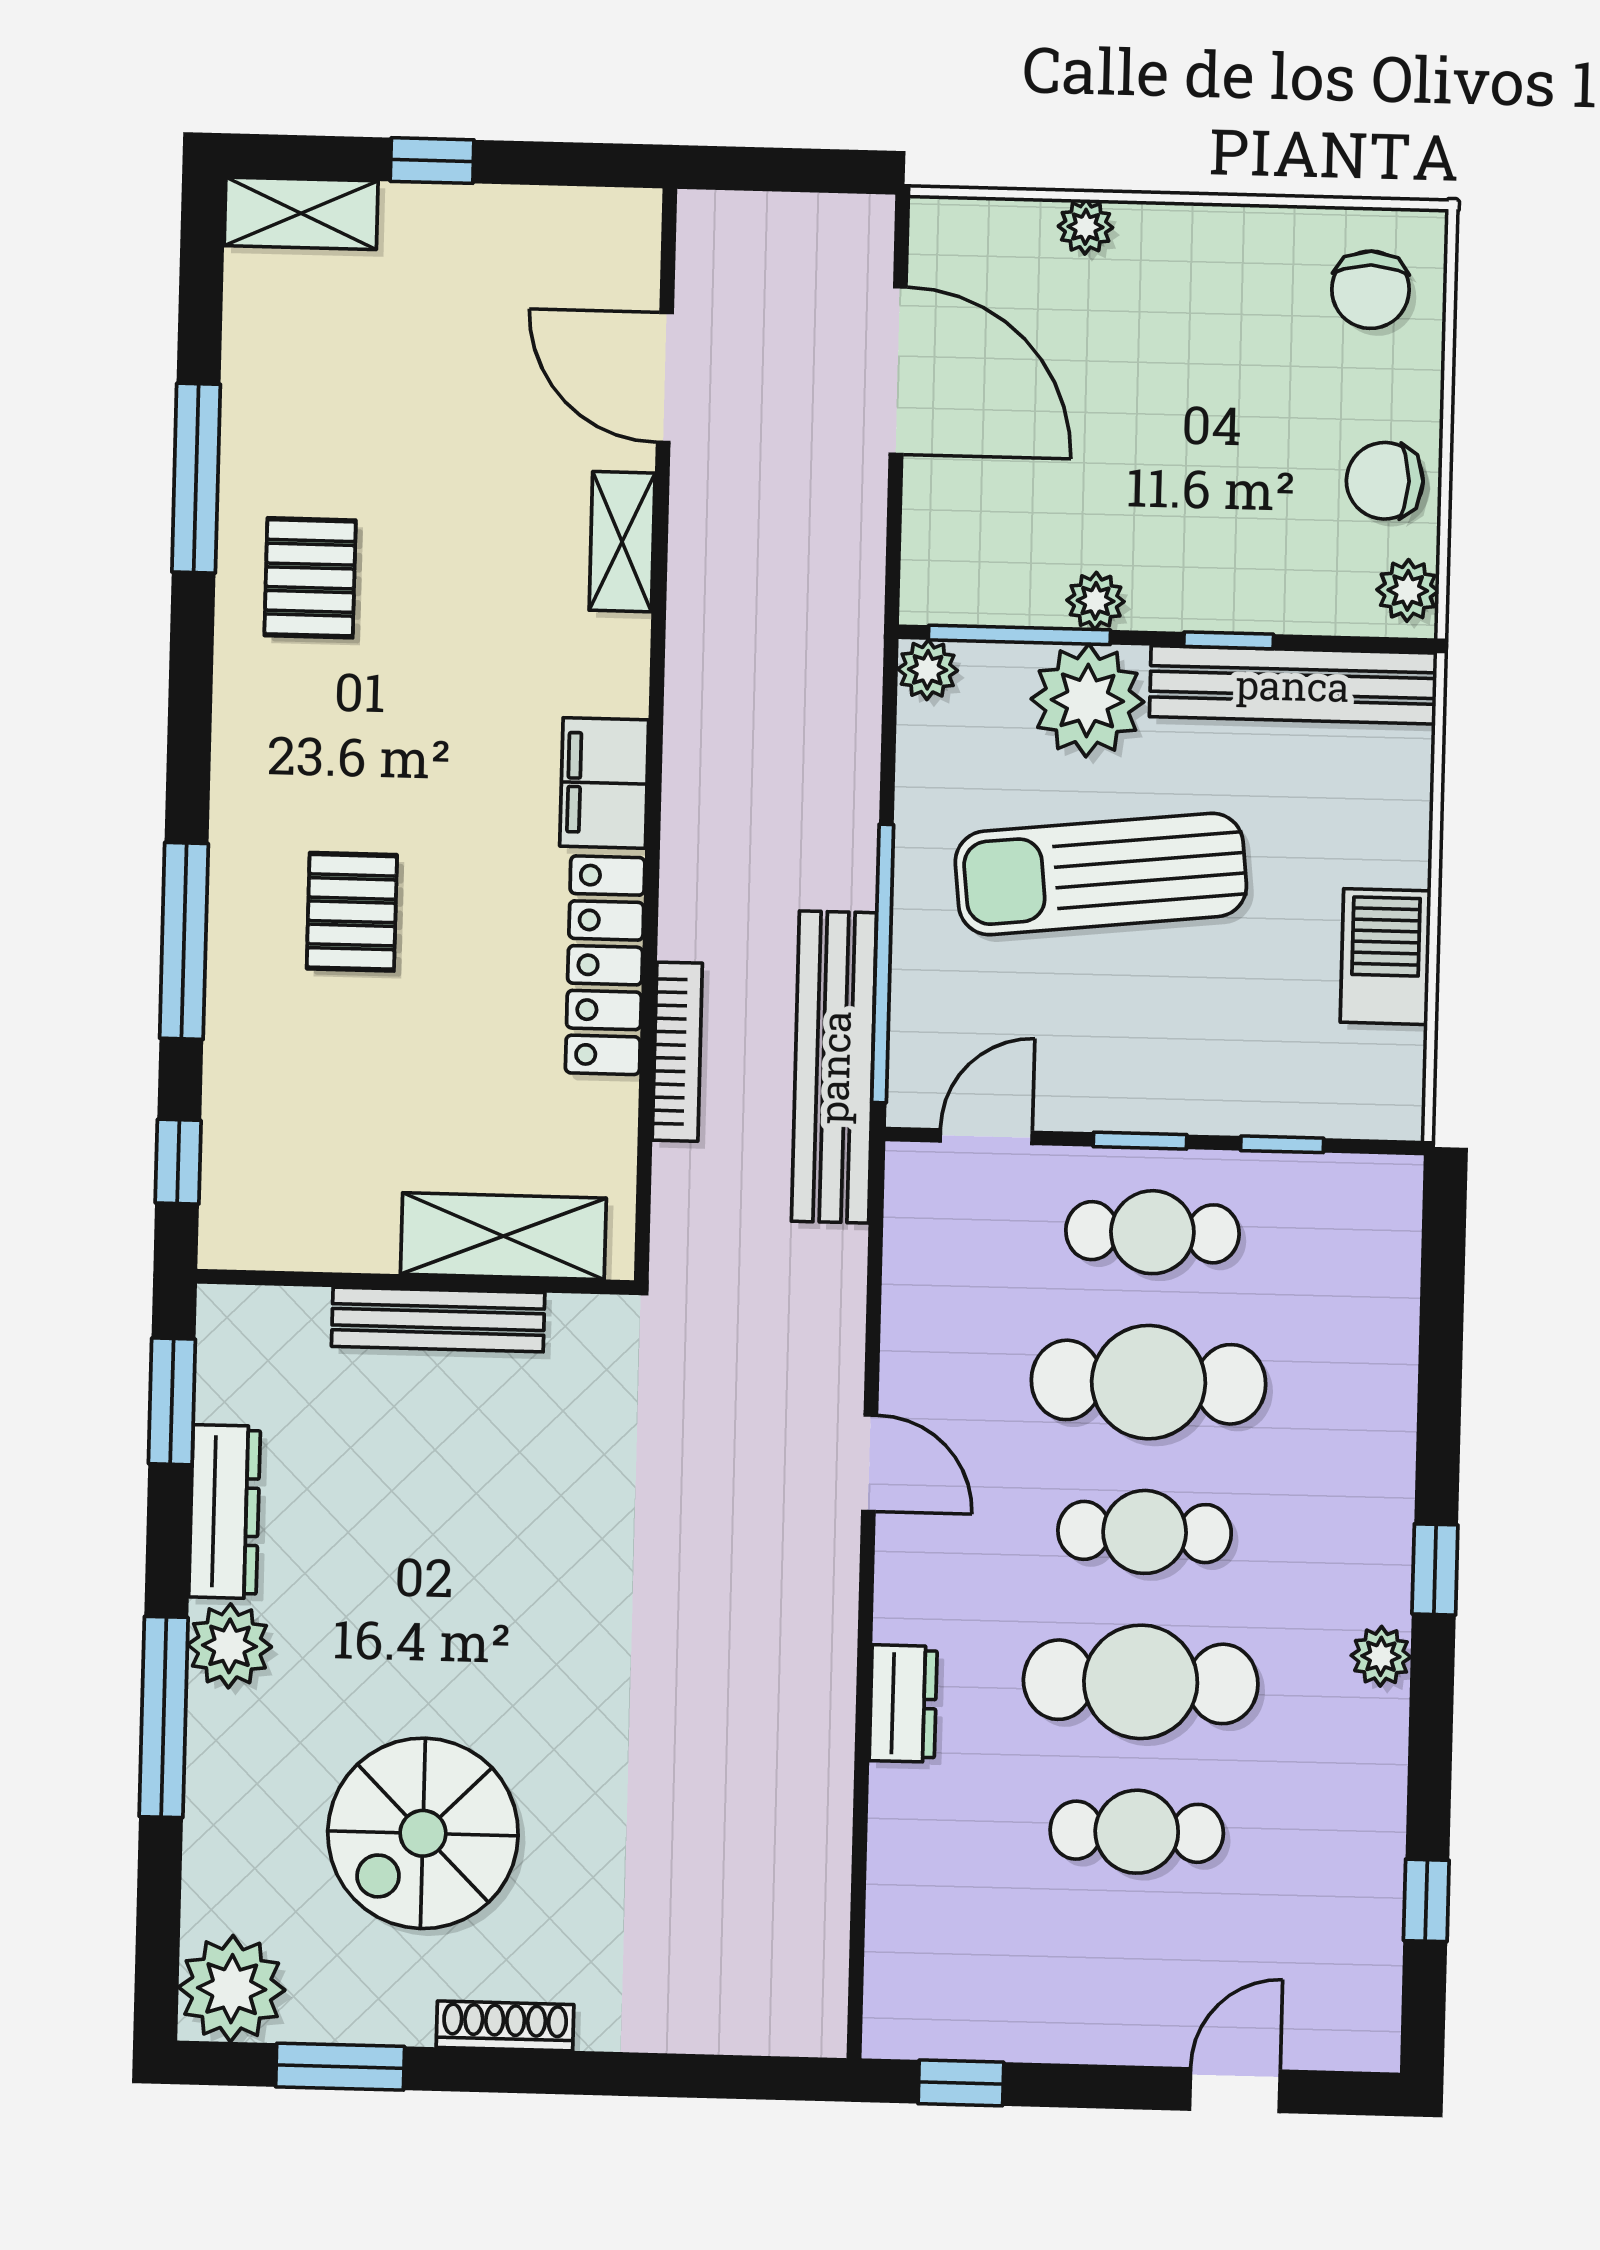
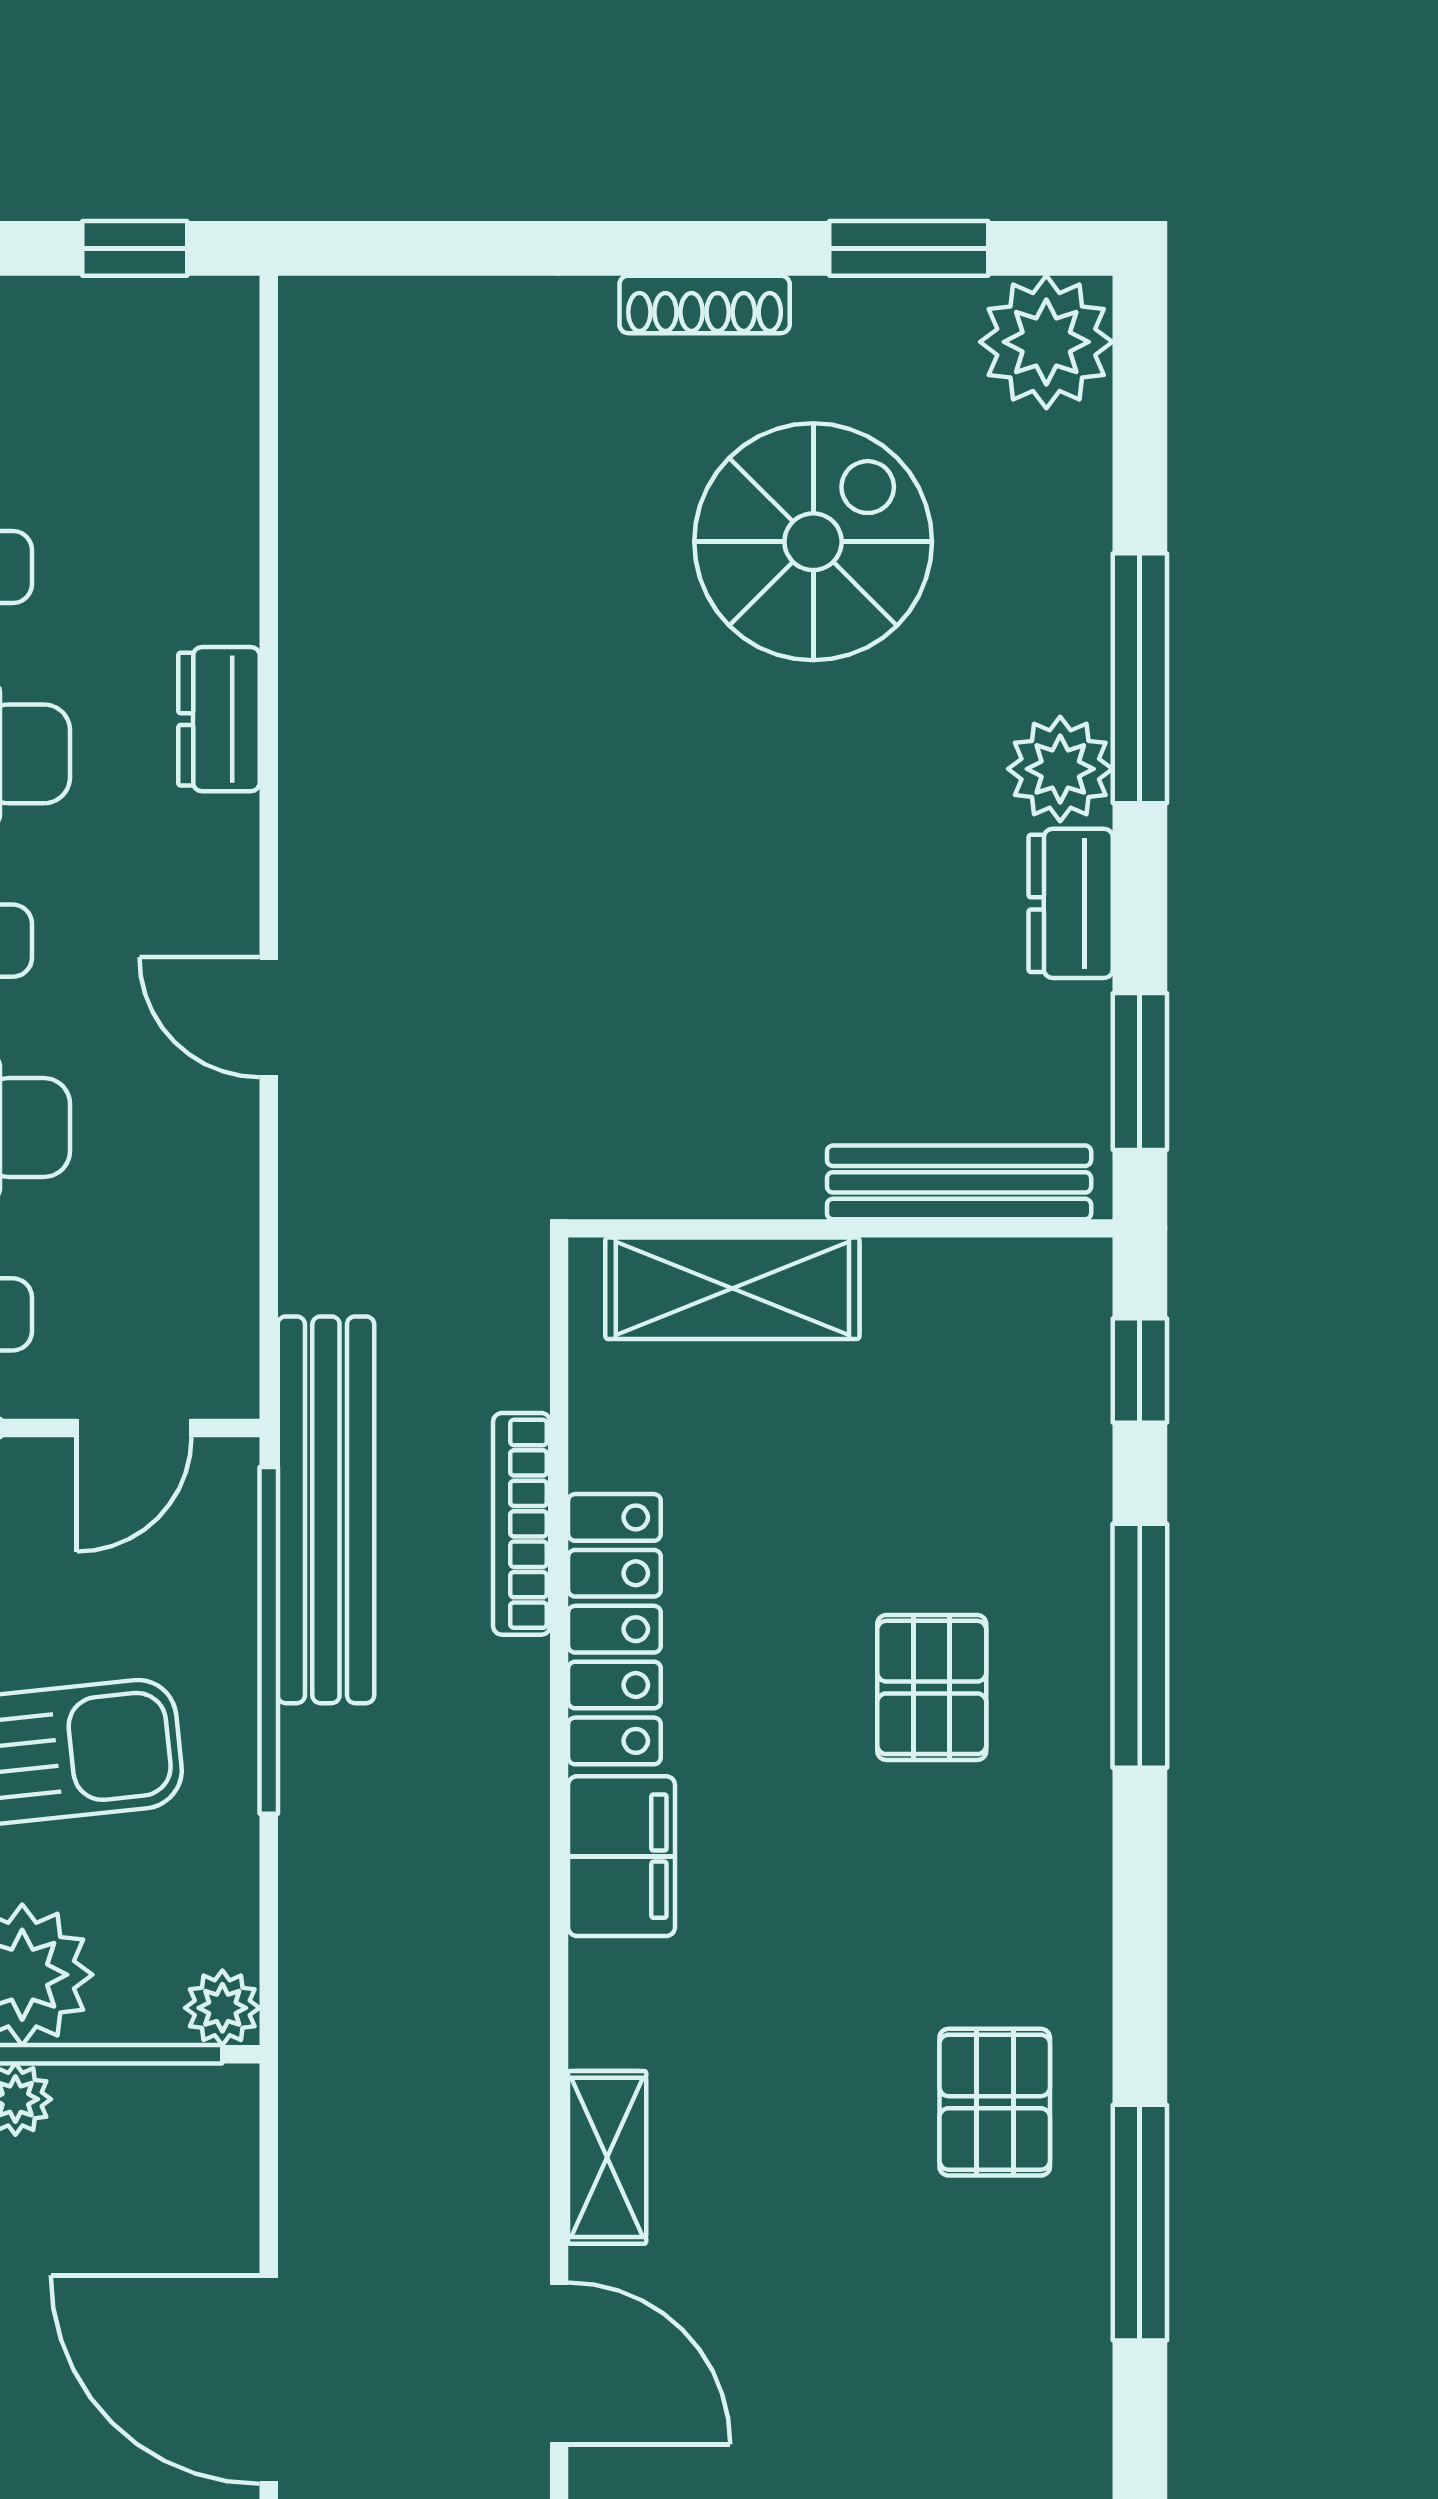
bench: (438, 1319) -> (959, 1182), moved
dresser: (225, 1512) -> (1071, 903), width x0.70

